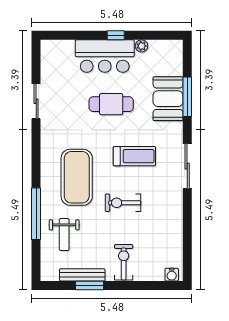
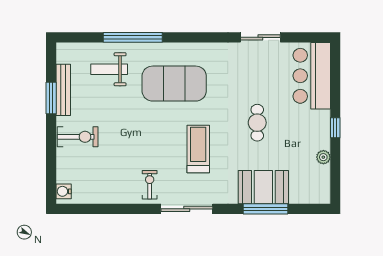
bar counter: (105, 56) -> (312, 76), moved
cafe table: (111, 104) -> (257, 123), width x0.73, depth x0.74
treadmill: (134, 156) -> (198, 149), turned 180
exercise bike: (123, 203) -> (150, 185), moved, width x0.73, depth x0.72

